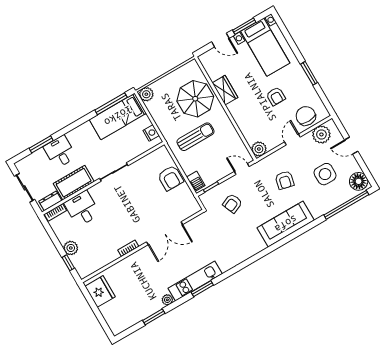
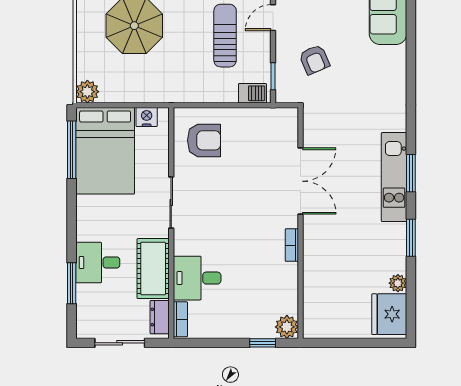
bed: (118, 116) -> (105, 151), width x1.50
sun lounger: (195, 137) -> (225, 36), moved
armchair: (170, 178) -> (204, 140), moved
plant: (71, 248) -> (287, 327), moved
fridge: (100, 291) -> (389, 314), moved, turned -90
plant: (167, 300) -> (398, 283), moved
window: (154, 317) -> (411, 238), moved

